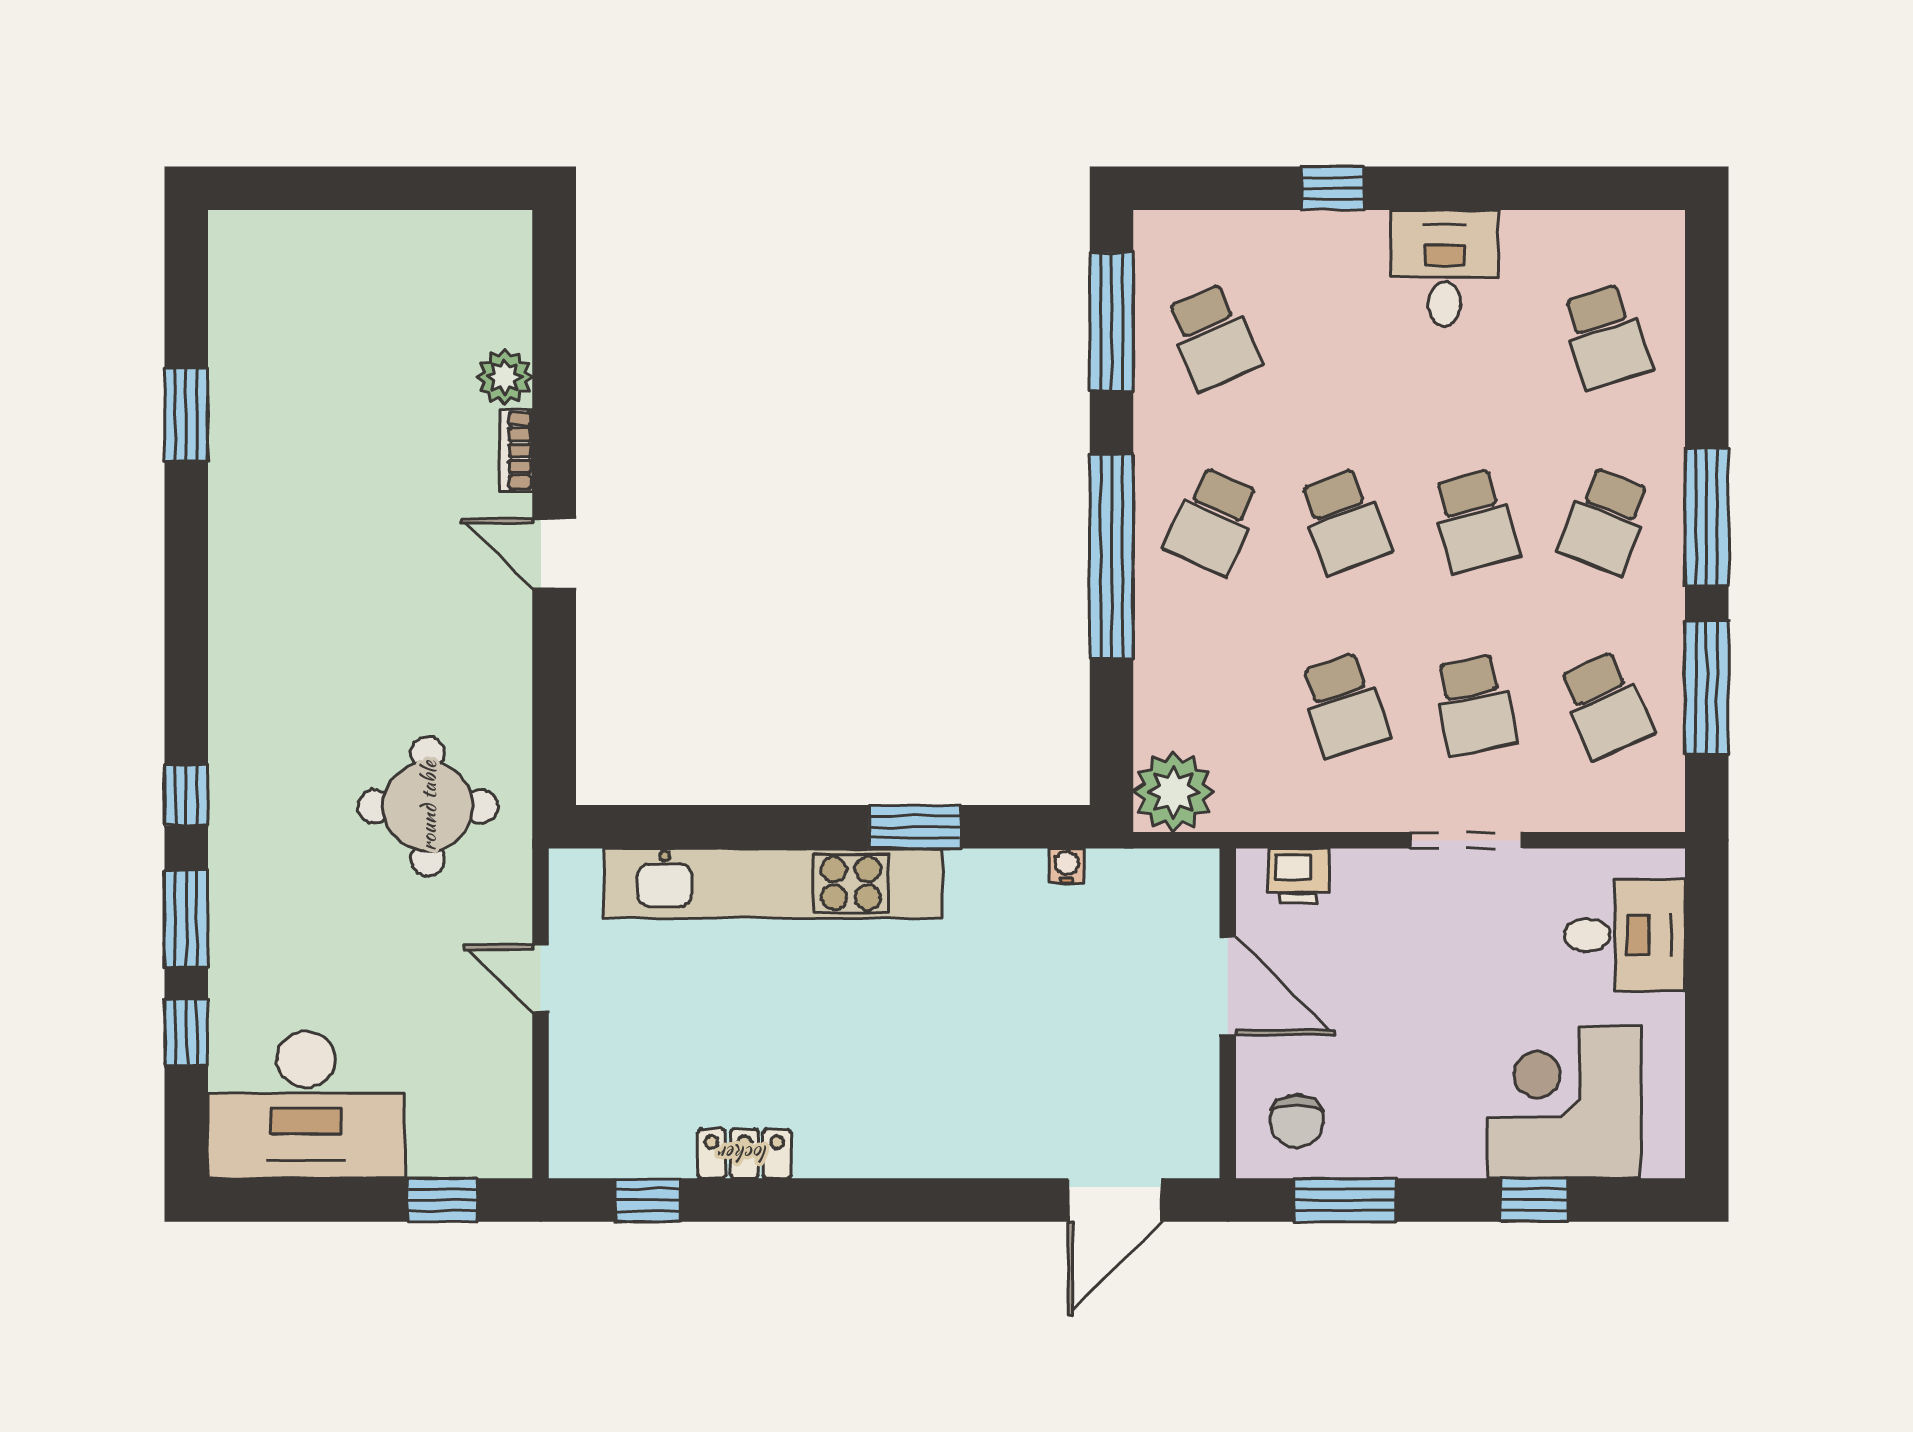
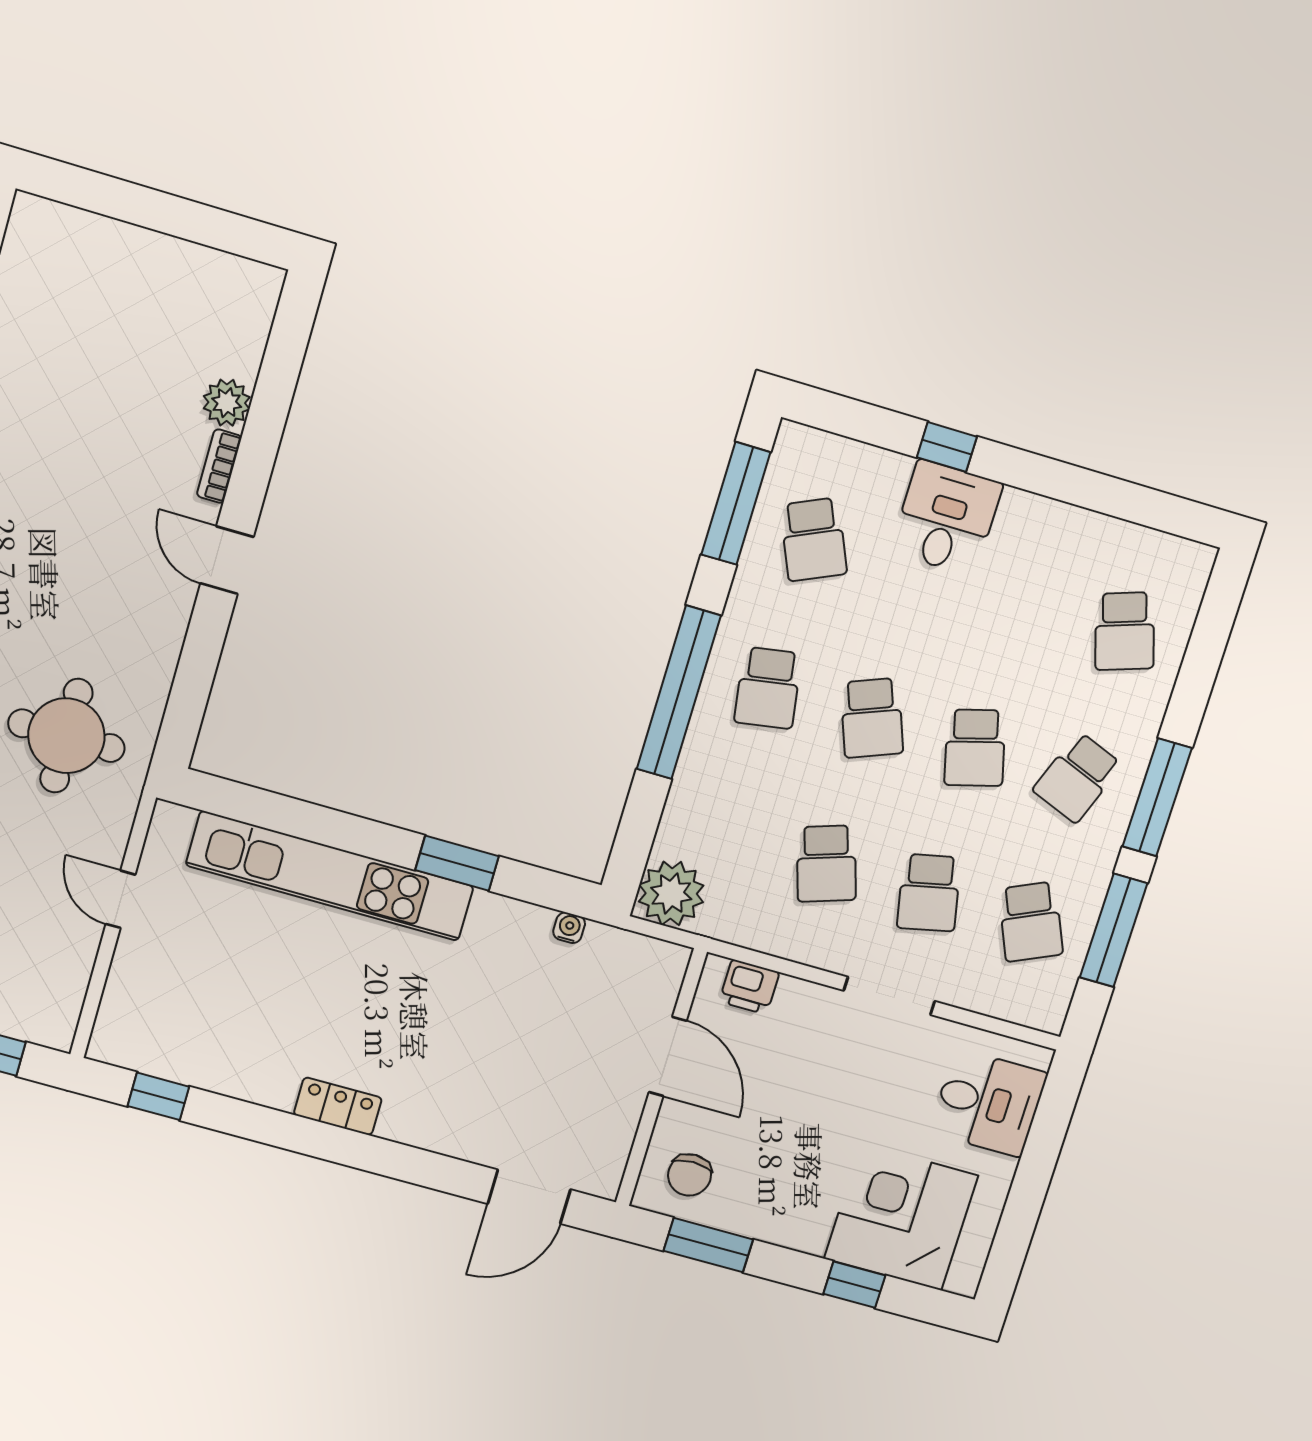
desk: (1445, 268) -> (946, 518), moved
school desk: (1213, 521) -> (768, 688), turned -33
locker: (744, 1154) -> (338, 1106), moved

